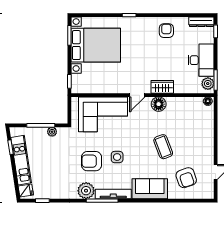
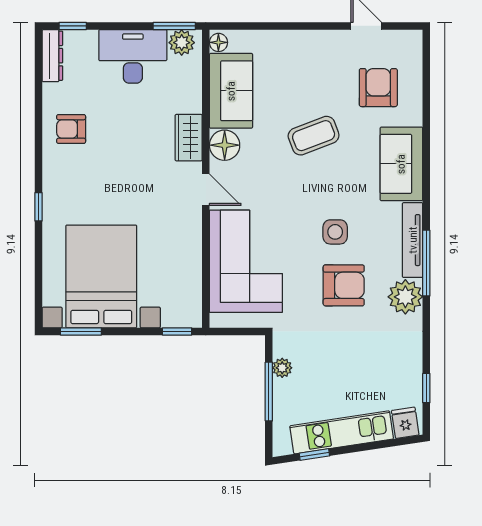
sofa: (185, 107) -> (231, 91), added
armchair: (92, 161) -> (344, 285), turned -90
armchair: (186, 178) -> (378, 88), turned -71

